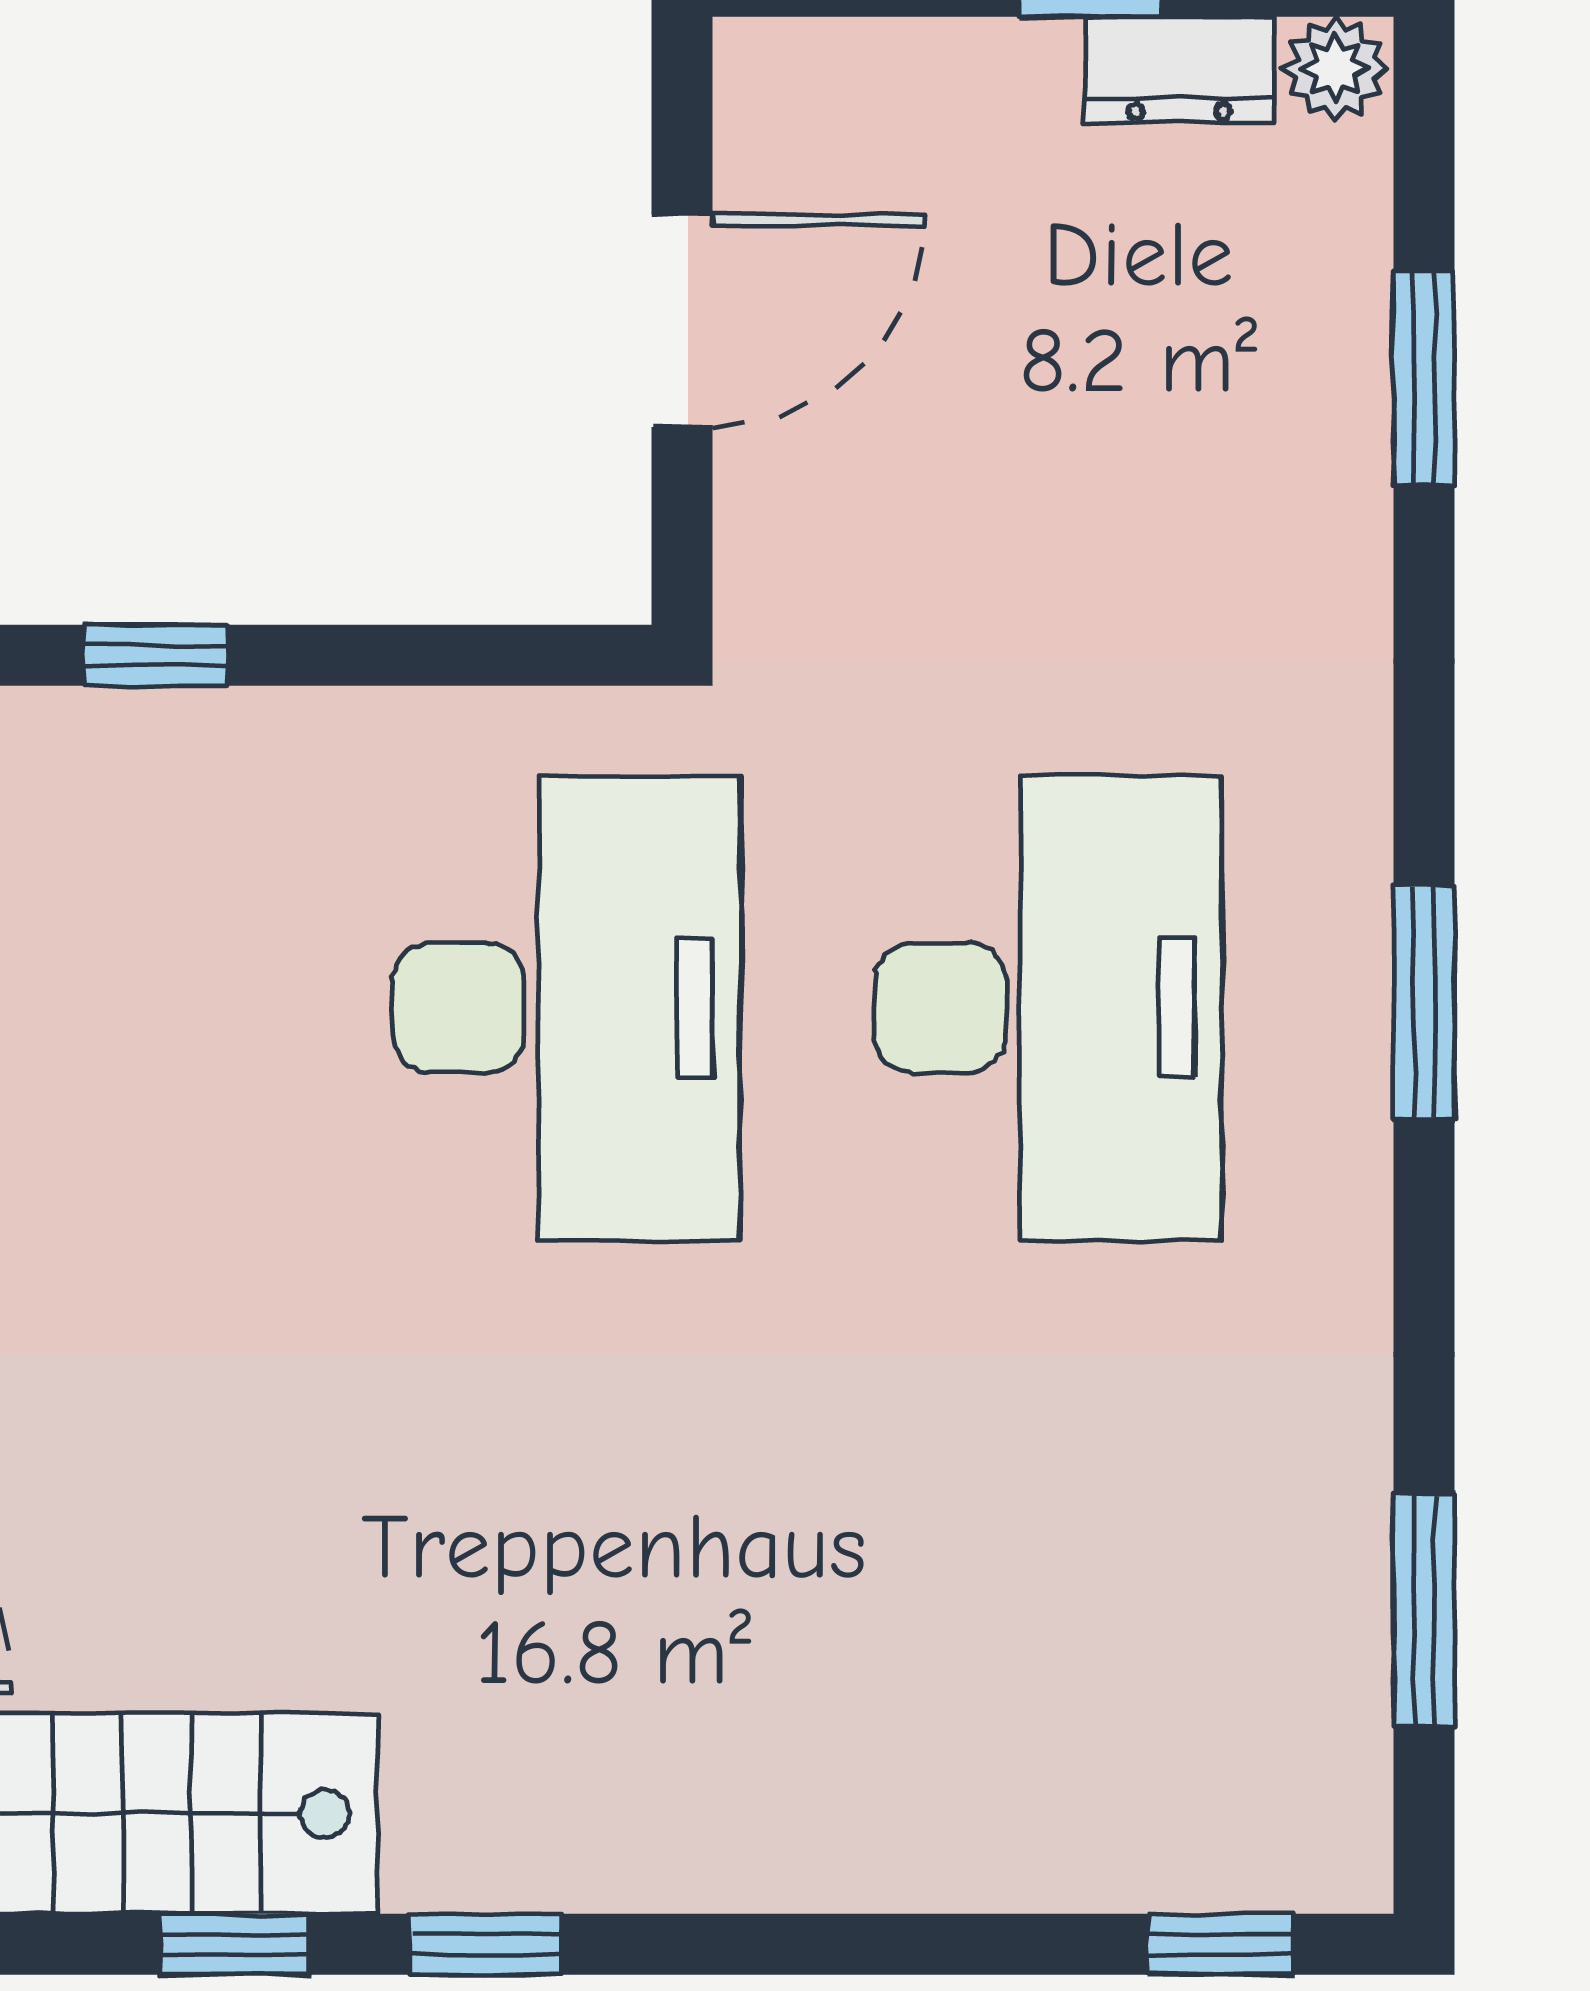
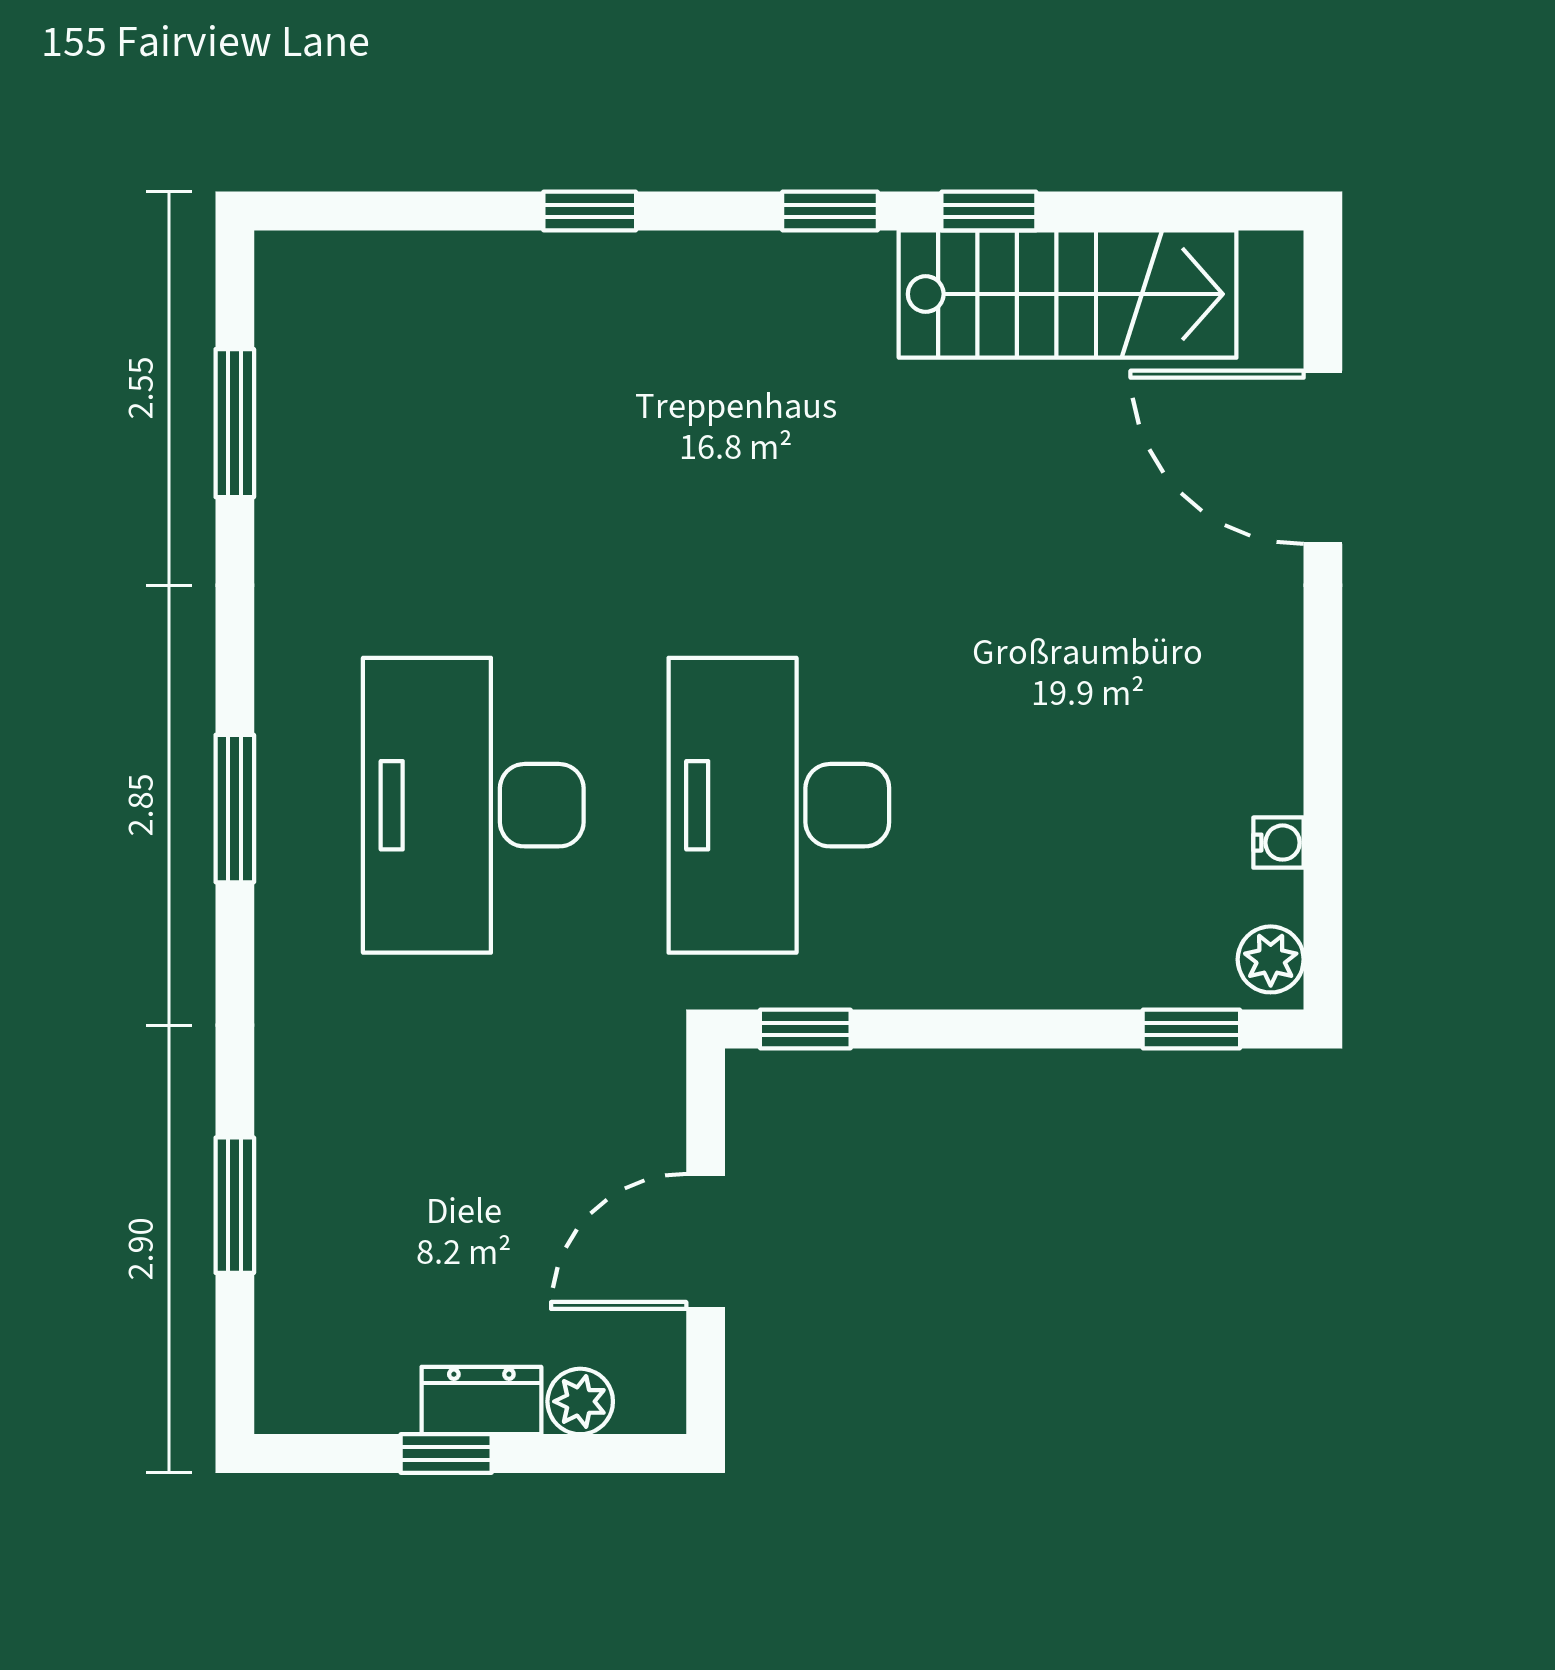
plant: (1335, 68) -> (580, 1401), moved
dresser: (1179, 70) -> (481, 1400), moved
window: (155, 655) -> (805, 1029), moved
window: (1221, 1944) -> (590, 211), moved

